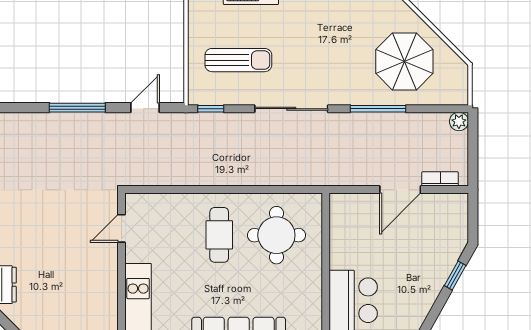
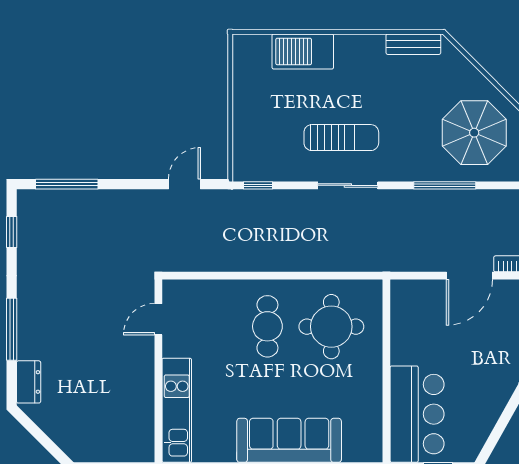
sun lounger: (238, 60) -> (341, 138), moved
window: (77, 108) -> (67, 184), moved
sliding door: (291, 109) -> (348, 185), width x0.73

